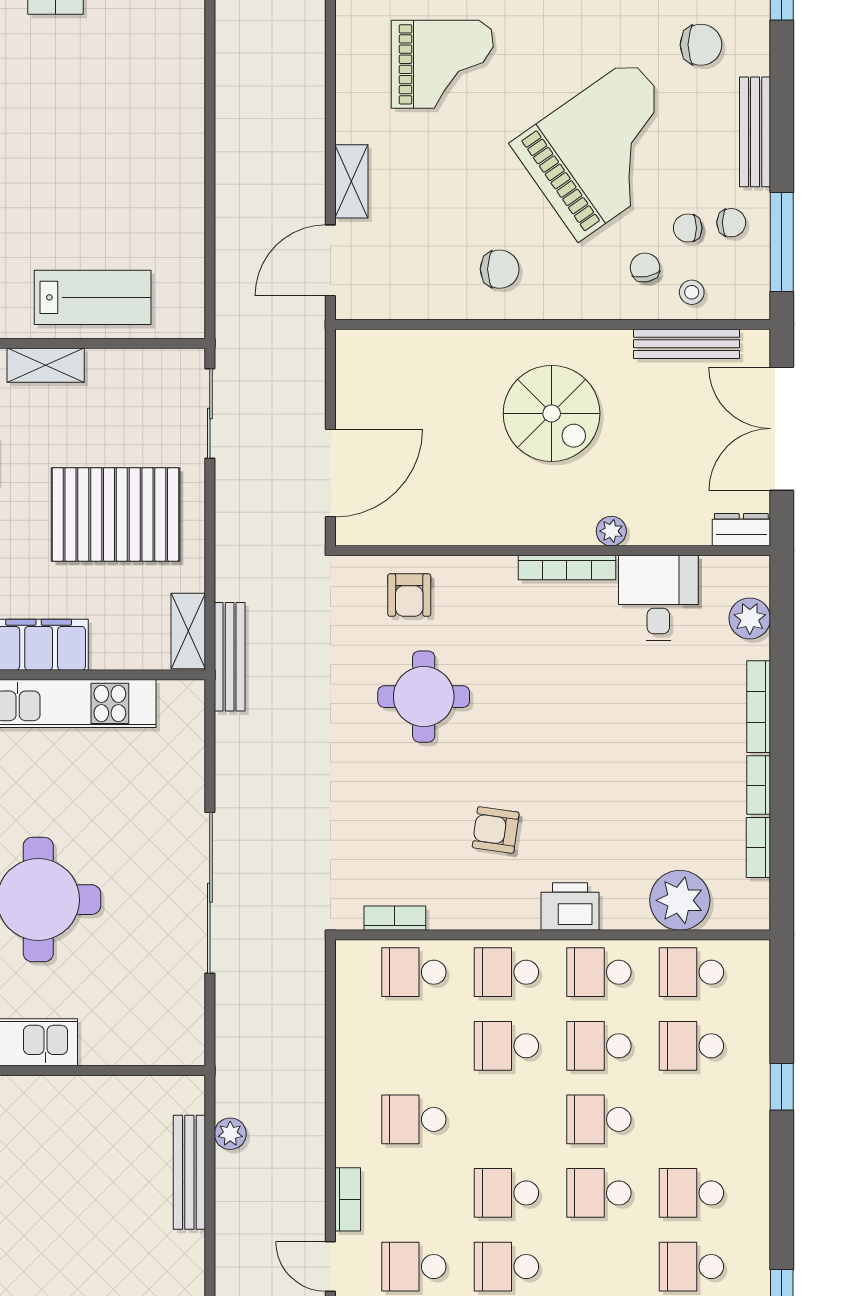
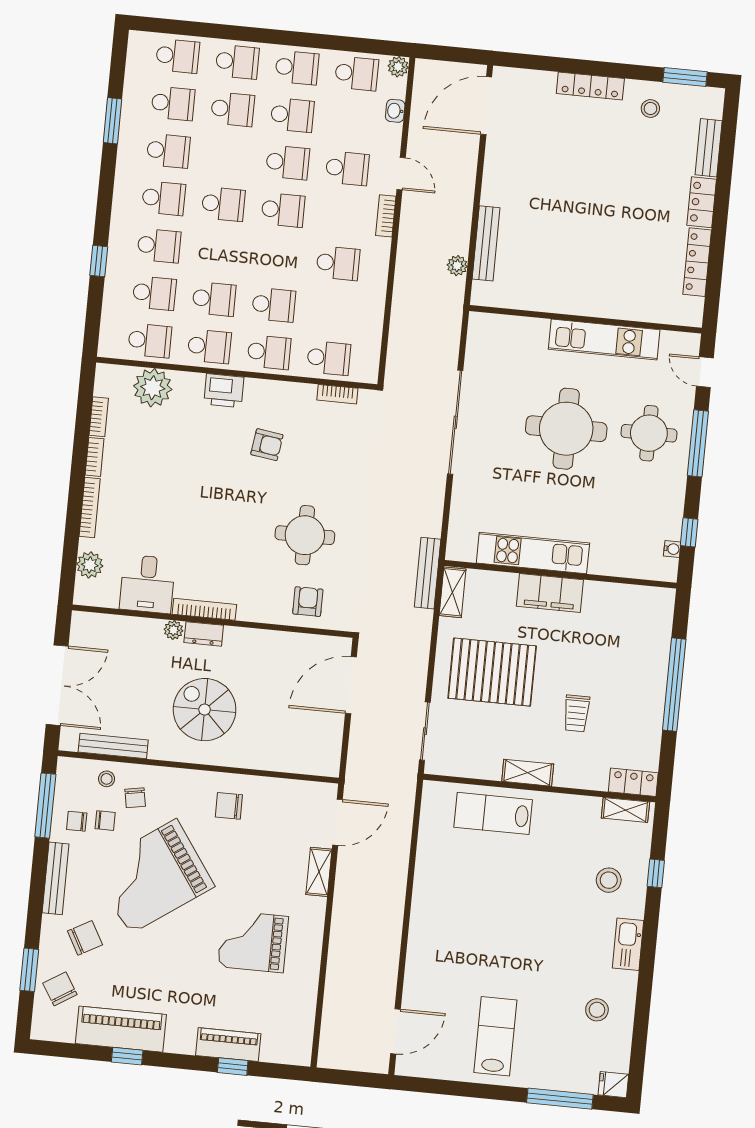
chair: (701, 45) -> (85, 938), turned 151
dresser: (741, 530) -> (204, 634), moved
school desk: (599, 1119) -> (159, 246), moved

